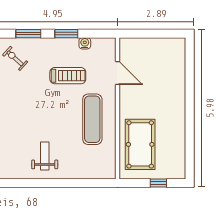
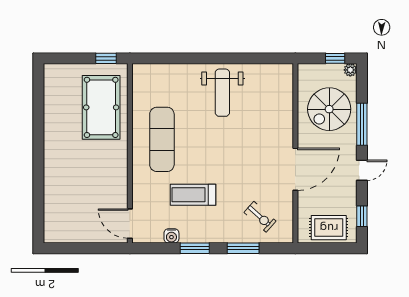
door: (118, 73) -> (130, 224), moved
weight bench: (45, 156) -> (222, 93), width x1.36, depth x1.33
window: (158, 183) -> (106, 58), moved

